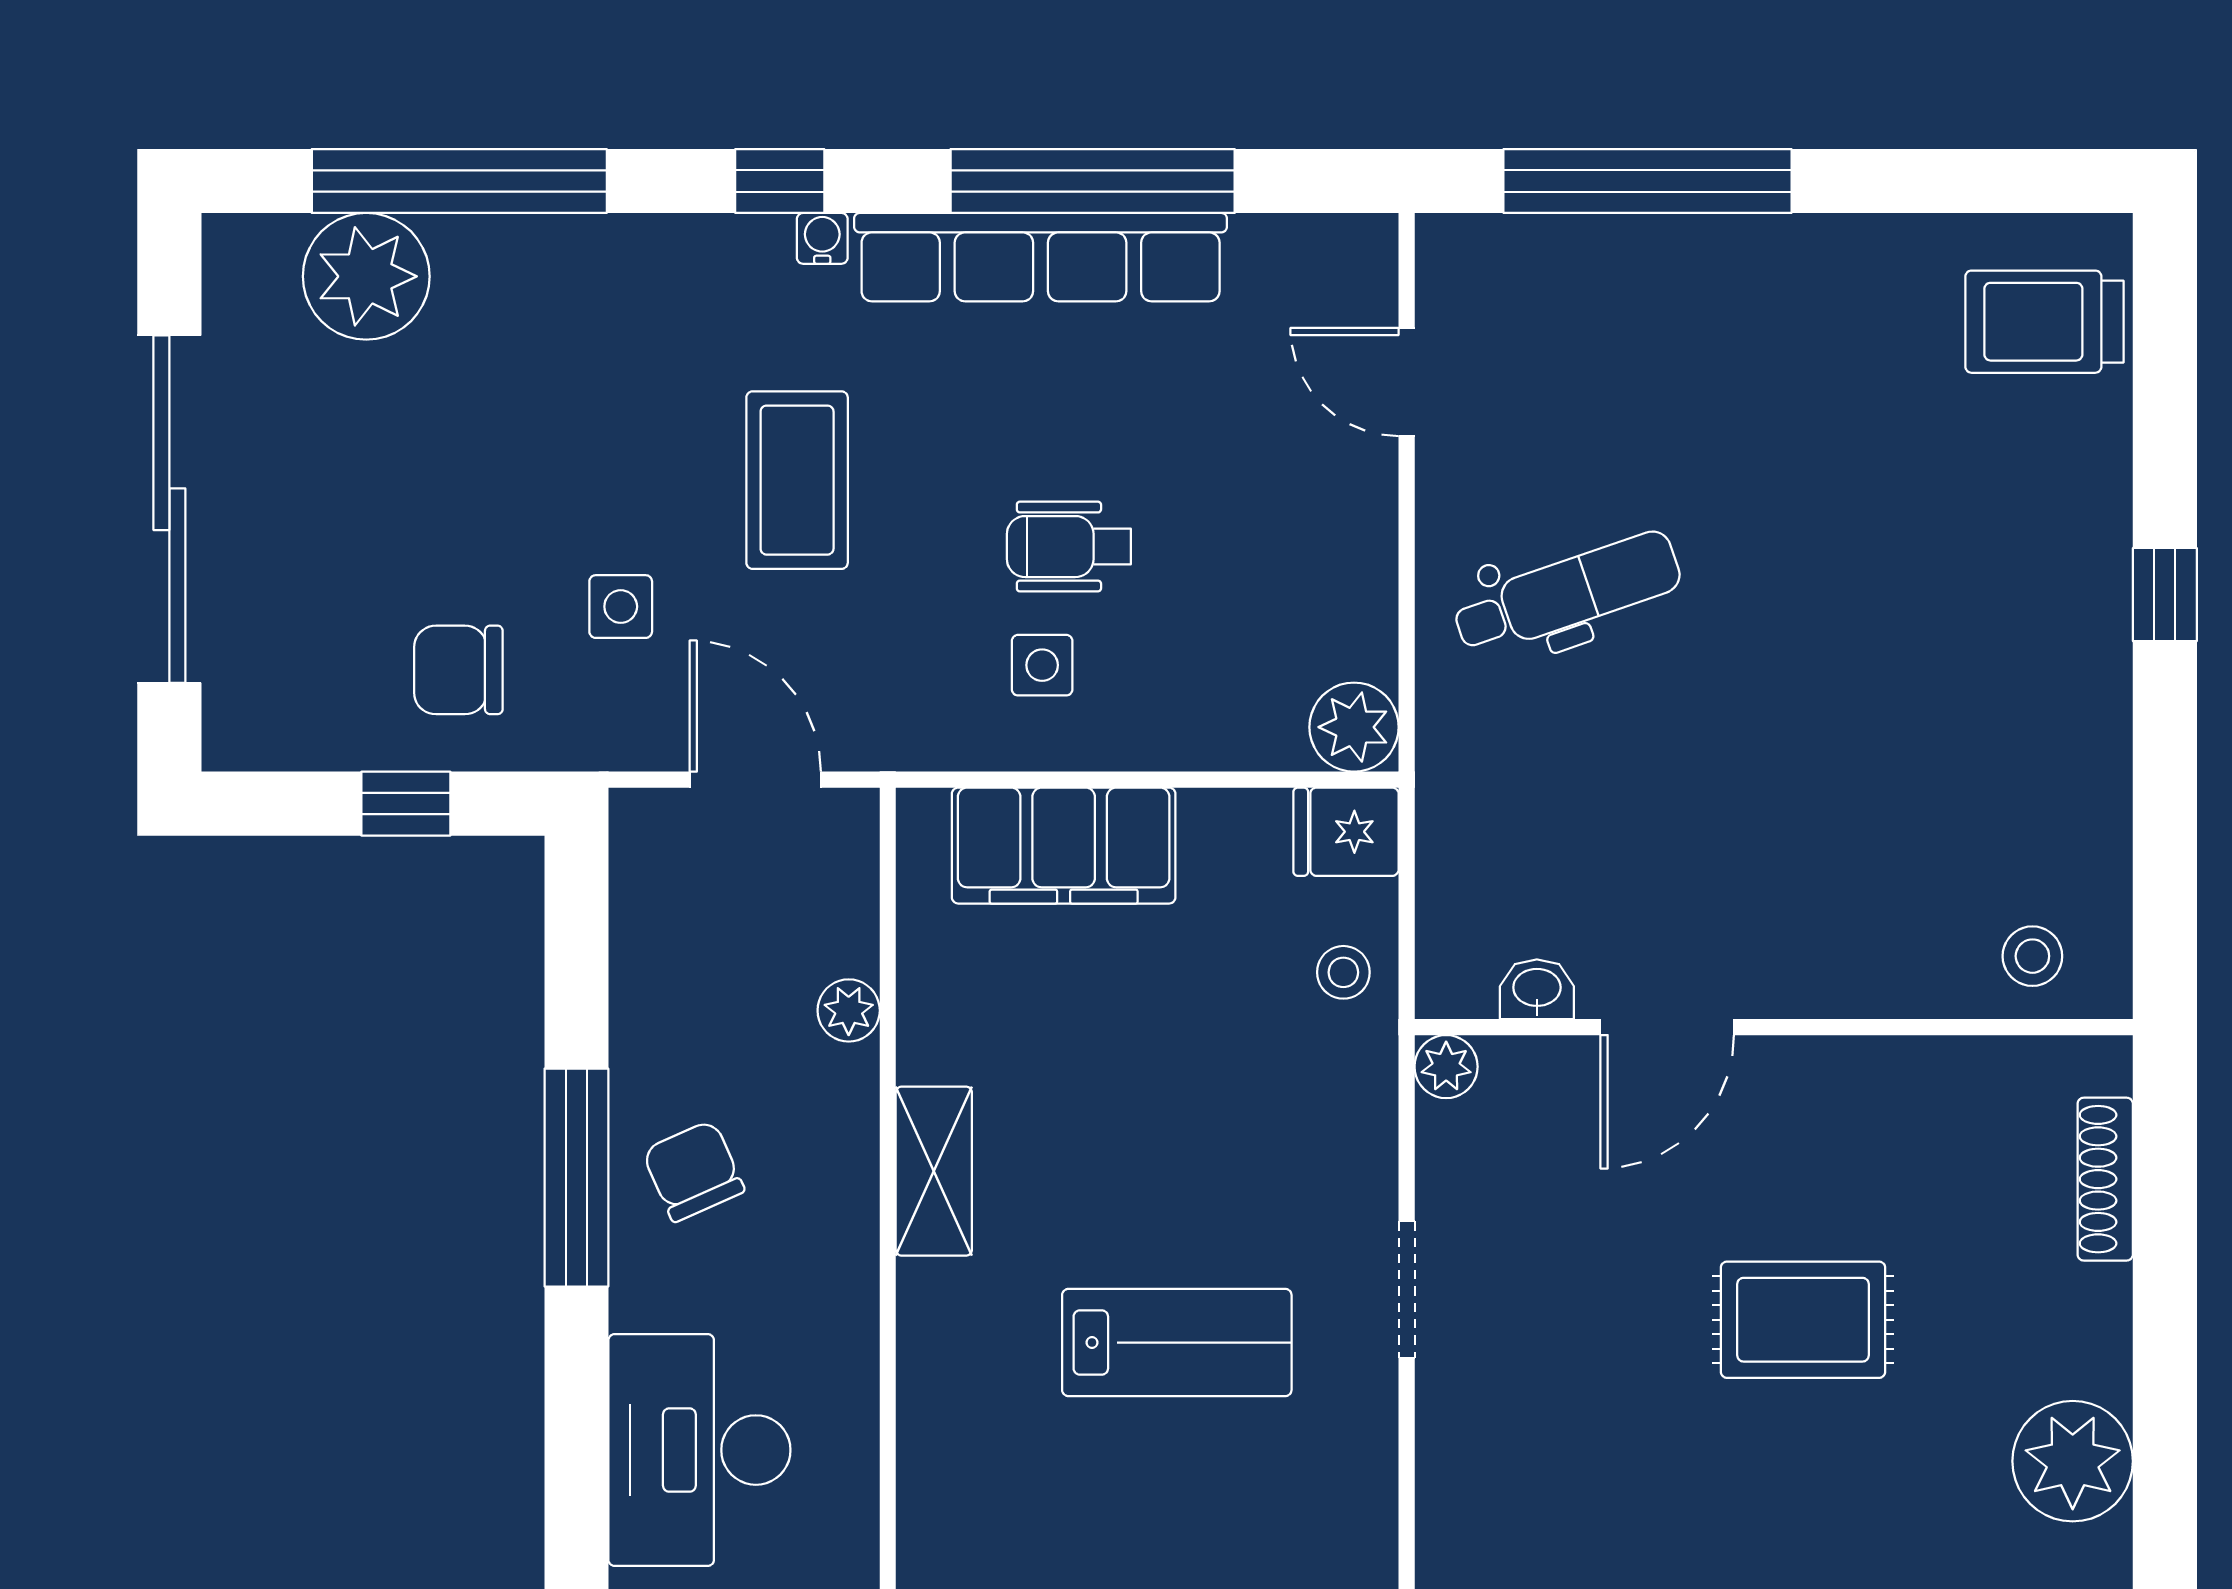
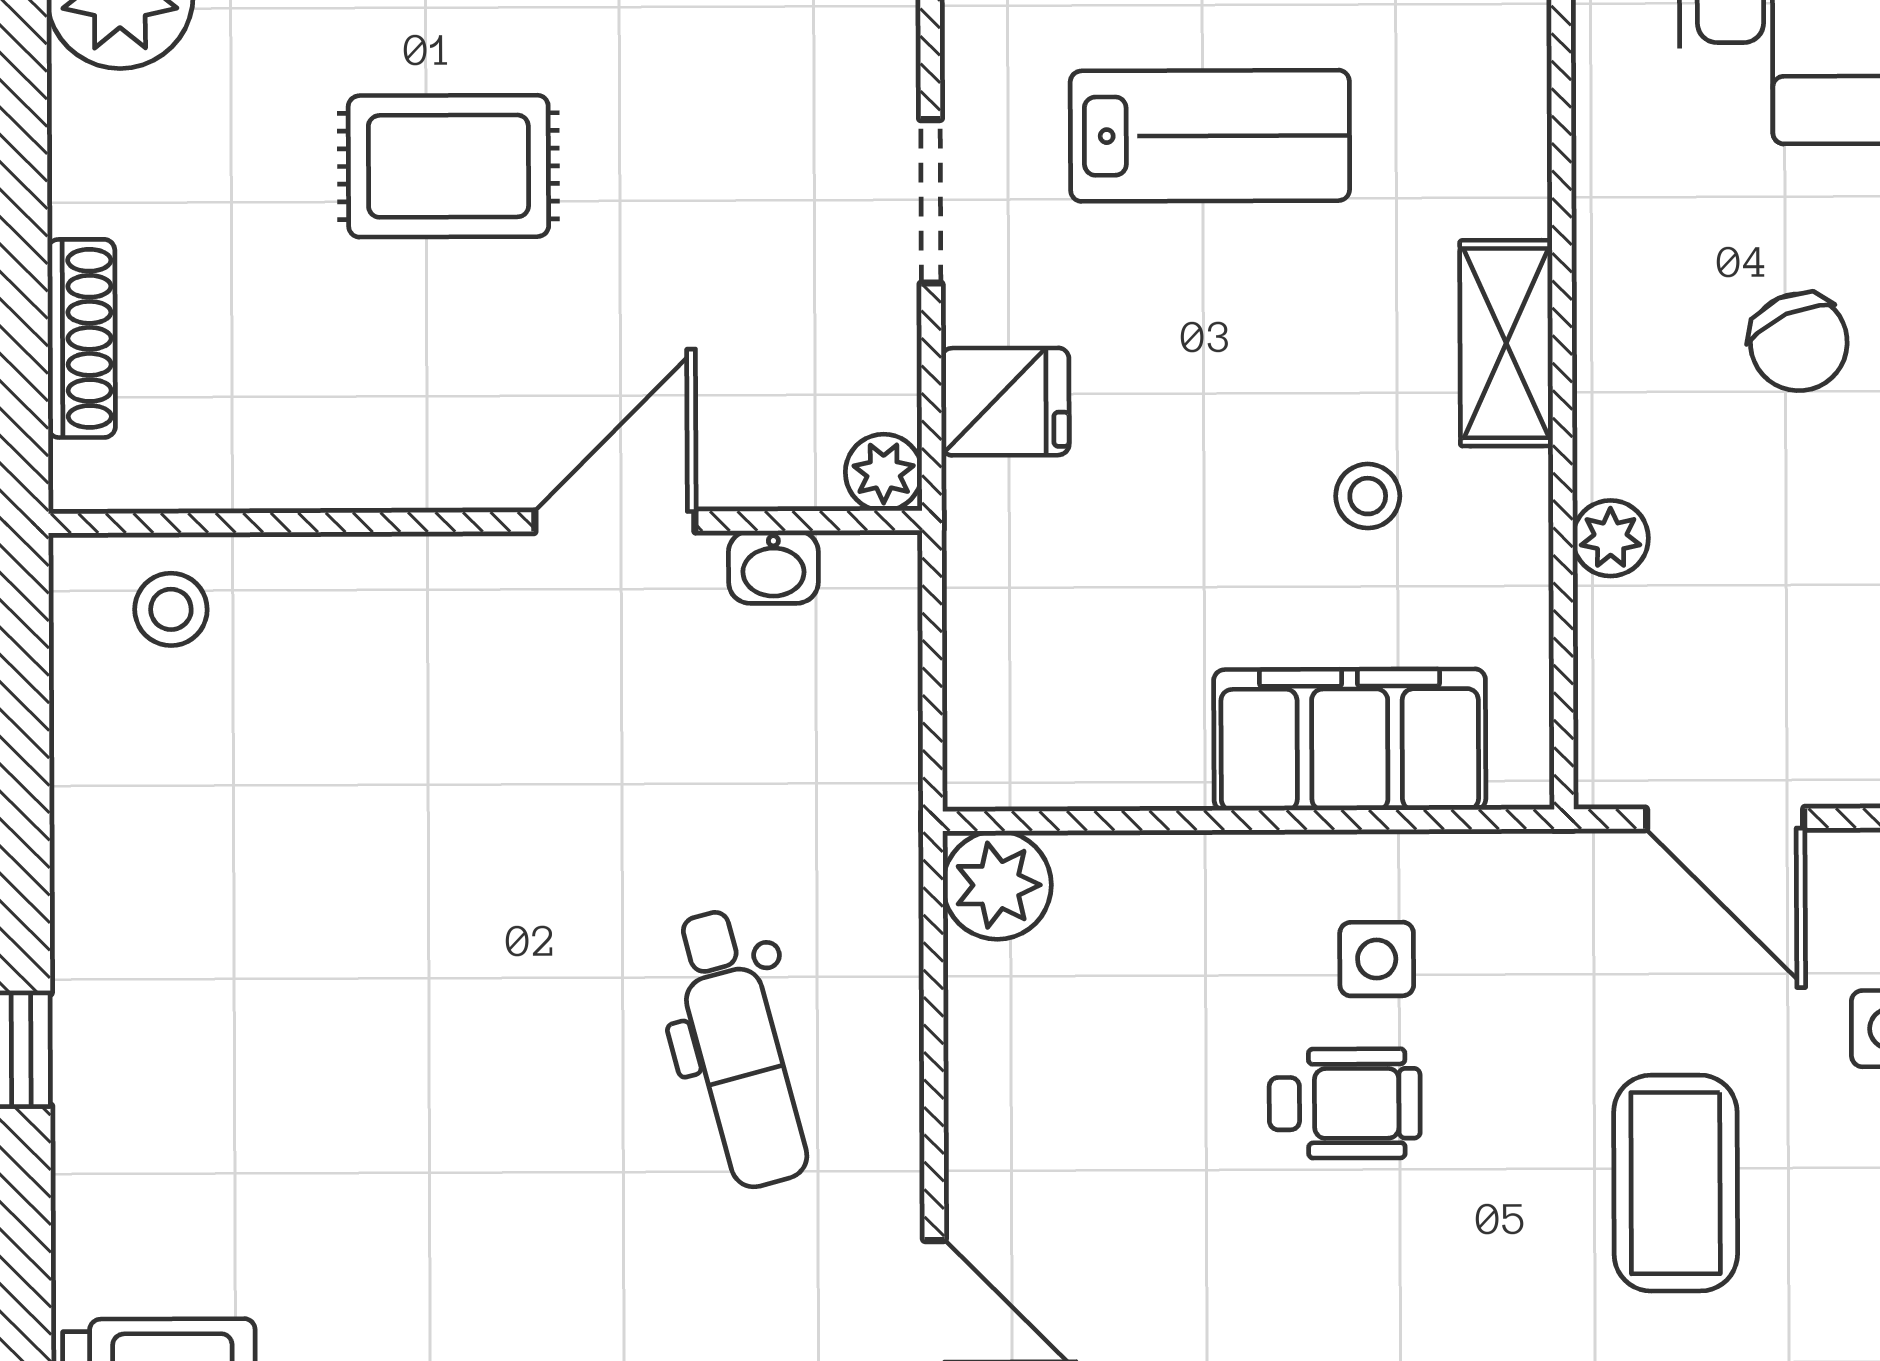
dental chair: (1567, 593) -> (739, 1049), turned -86
fridge: (1346, 832) -> (1005, 402), moved
stool: (1343, 972) -> (1368, 496), moved
lab bench: (1177, 1343) -> (1210, 136), turned 180

